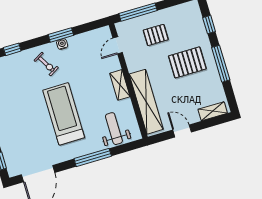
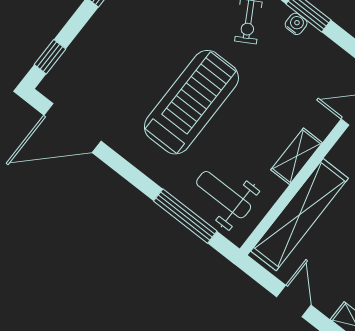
weight bench: (114, 129) -> (224, 195), turned -90
window: (93, 157) -> (185, 216), moved

